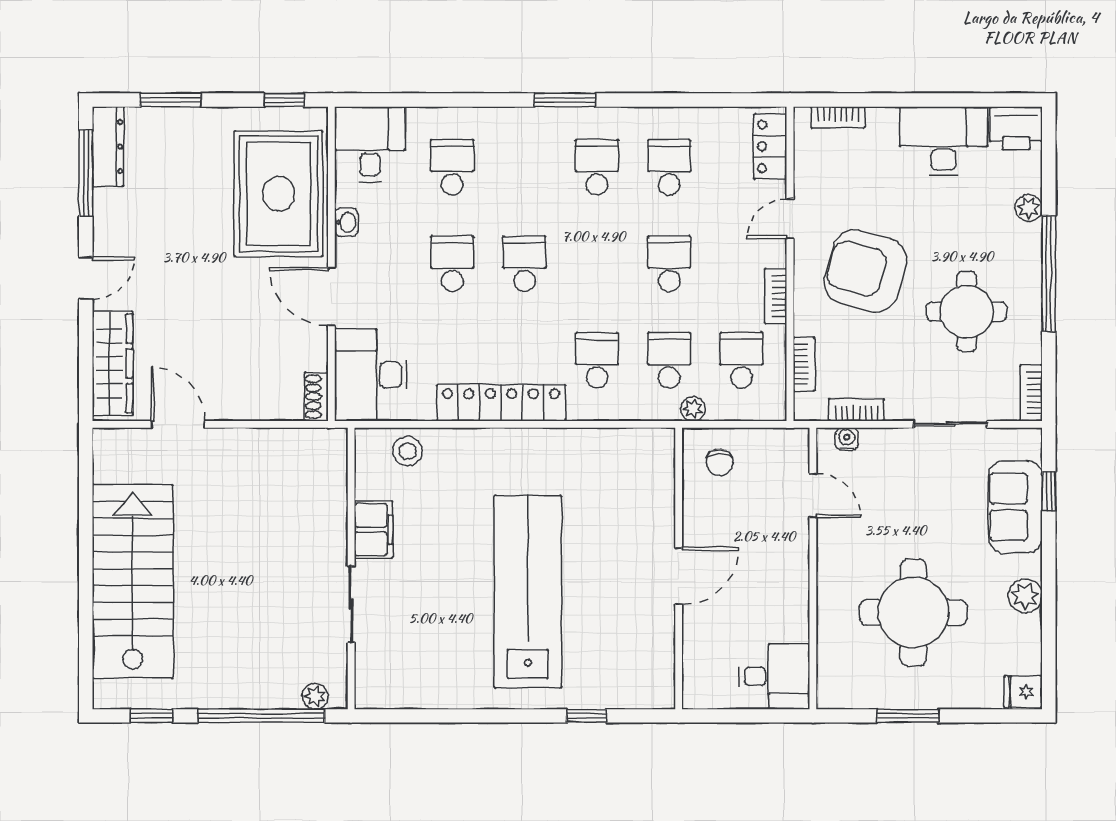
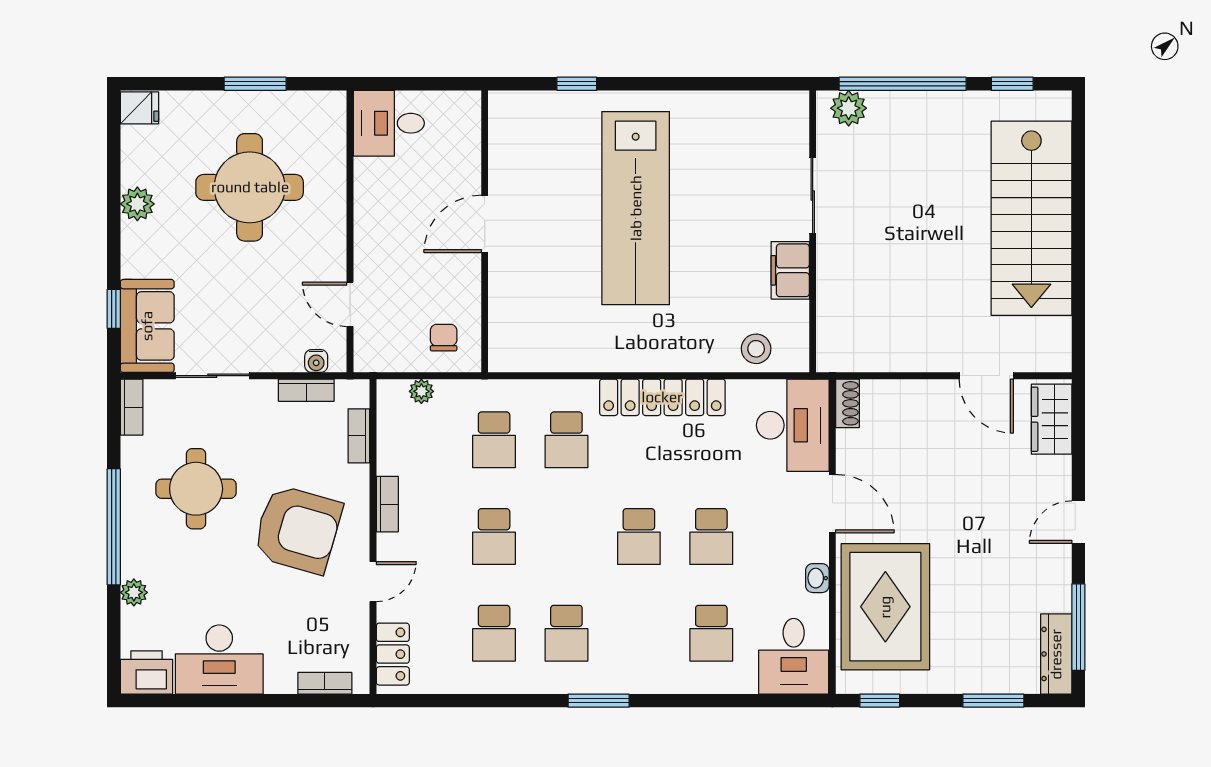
school desk: (741, 360) -> (422, 440), removed
wardrobe: (113, 363) -> (1052, 419), width x0.67
plant: (693, 409) -> (421, 391), moved
sofa: (1015, 507) -> (147, 326), moved
plant: (315, 696) -> (849, 108), width x1.38, depth x1.38

